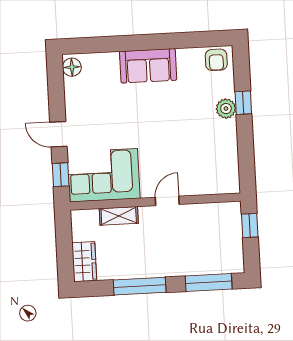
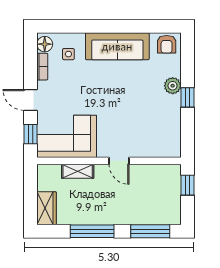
sofa: (148, 66) -> (117, 46), width x1.36
side table: (101, 78) -> (68, 54), added
bookcase: (70, 94) -> (42, 67), added
window: (243, 103) -> (187, 97), moved
door: (167, 201) -> (119, 161), swing flipped

